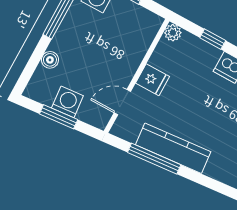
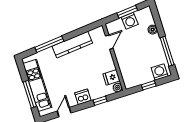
fridge: (153, 80) -> (112, 77), moved
window: (154, 159) -> (49, 44), moved

